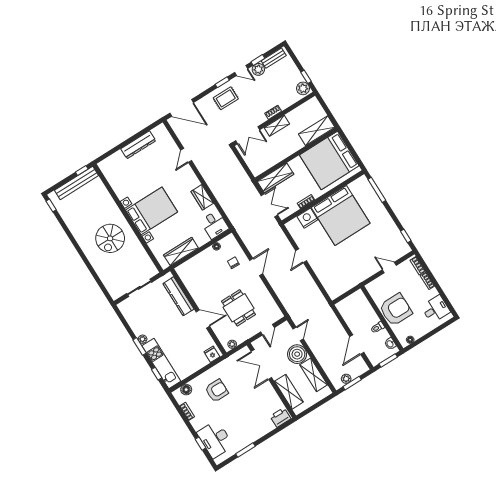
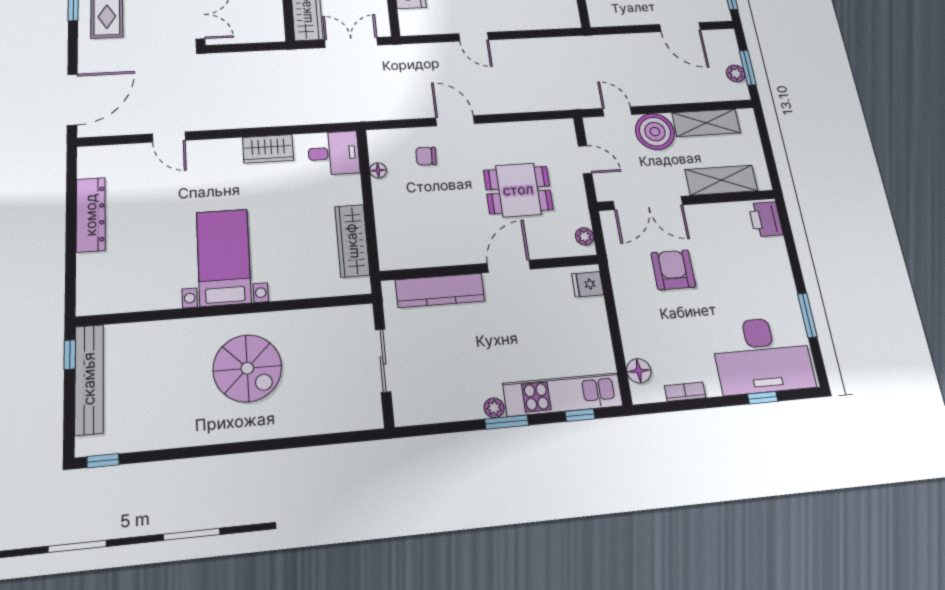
bed with nightstands: (151, 211) -> (224, 257), width x0.73
armchair: (217, 391) -> (673, 270), moved
desk: (215, 439) -> (762, 355), width x1.36, depth x1.30

